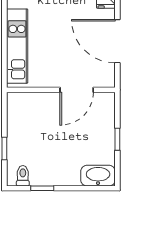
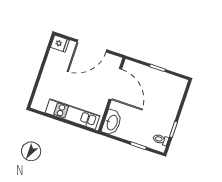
door: (77, 90) -> (115, 84), width x1.36
washbasin: (98, 176) -> (112, 122), moved, turned 180

